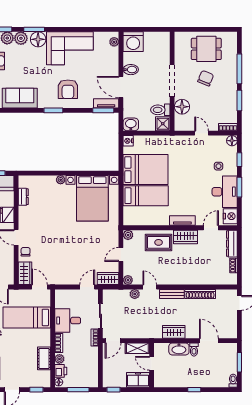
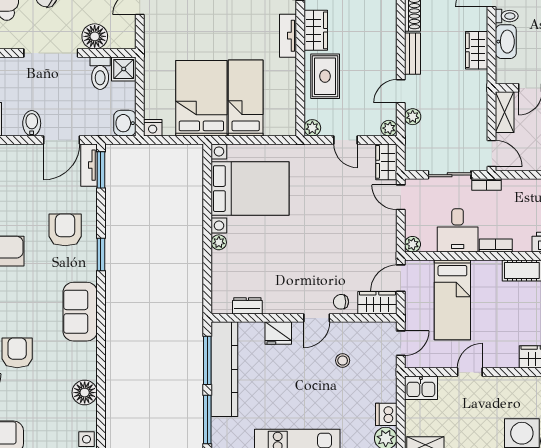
armchair: (68, 89) -> (65, 230), turned -90
plant: (59, 359) -> (412, 244), moved

